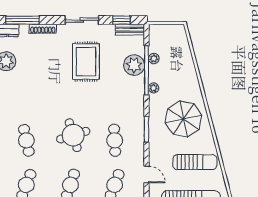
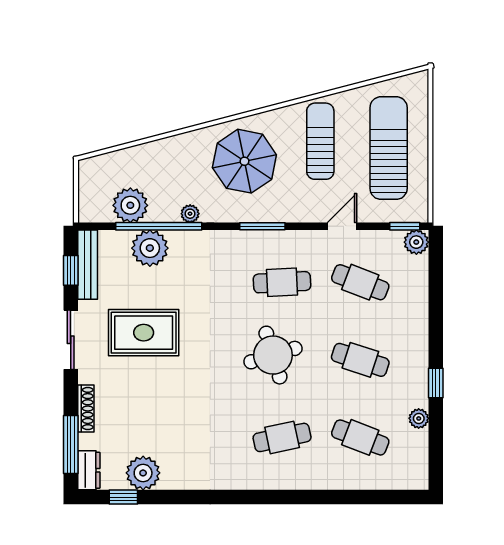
bench: (130, 30) -> (88, 265), width x1.36
plant: (154, 59) -> (130, 205), width x1.88, depth x1.88

